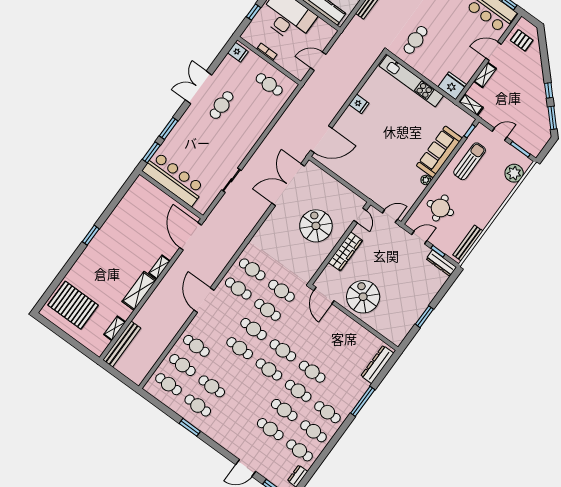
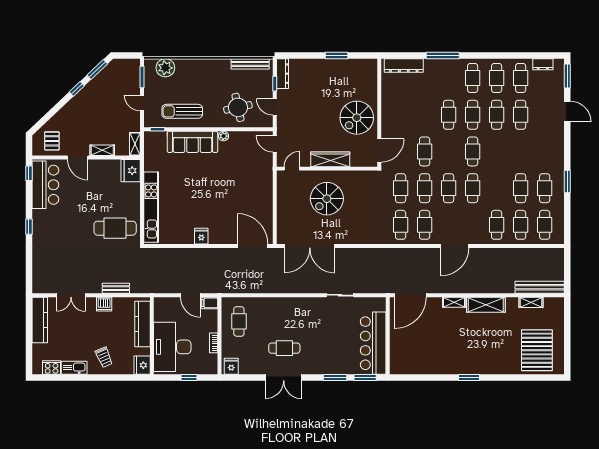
cafe table: (416, 40) -> (115, 228), width x1.37, depth x1.35
filing cabinet: (301, 72) -> (210, 303), added
cafe table: (283, 350) -> (425, 151), moved

